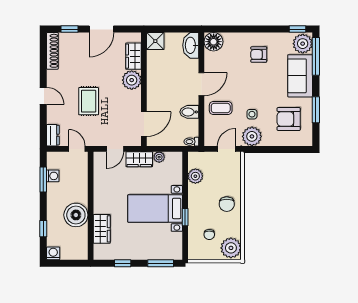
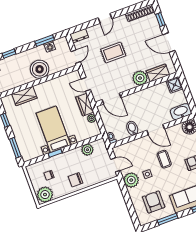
coffee table: (221, 108) -> (164, 159), moved
boiler: (76, 215) -> (40, 69), moved

